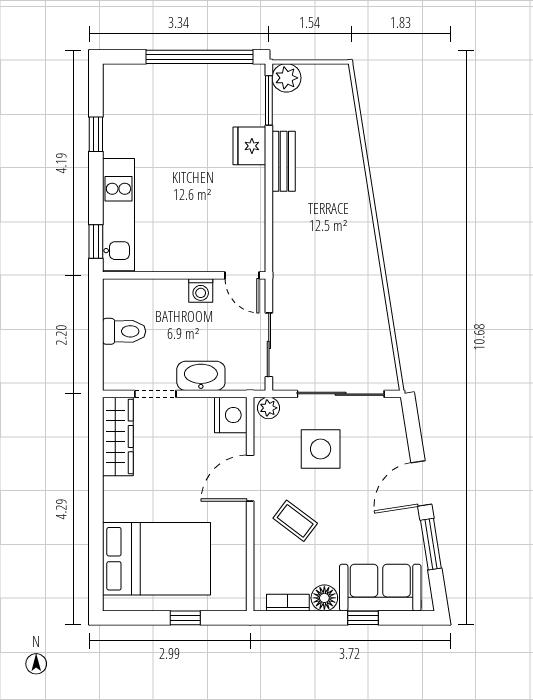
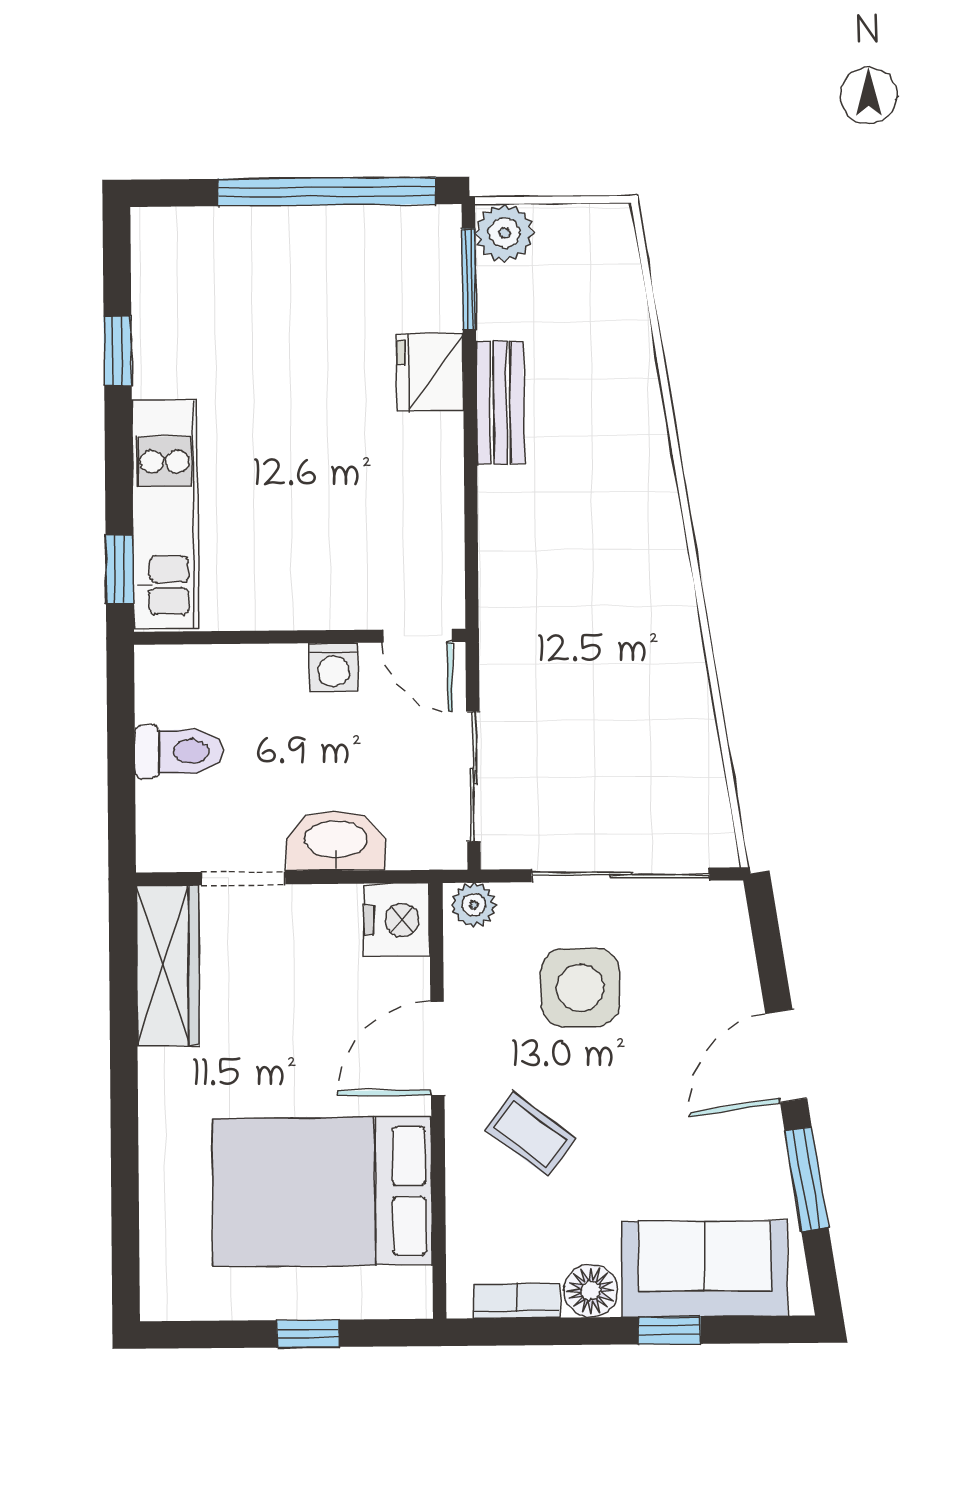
bed: (157, 559) -> (322, 1192), moved, turned 180

